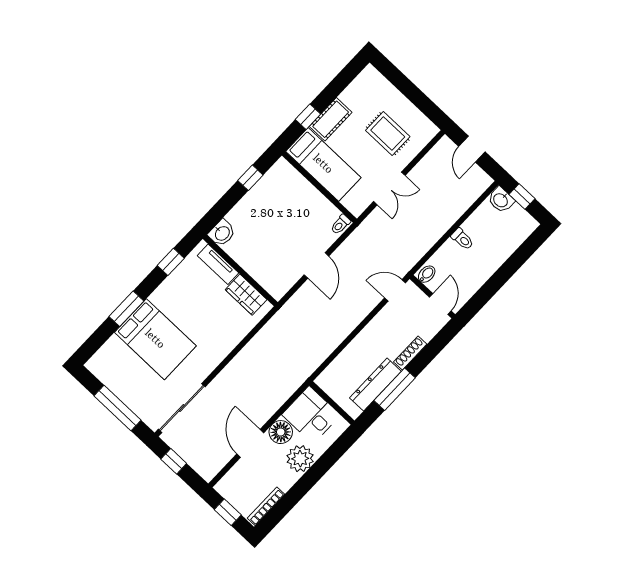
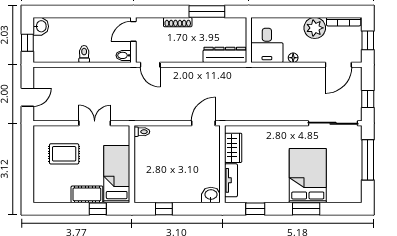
rug: (388, 134) -> (64, 154), turned 90
washbasin: (501, 200) -> (41, 26), moved
door: (316, 265) -> (203, 123), moved
dresser: (375, 385) -> (225, 55), moved, turned 180
floor lamp: (281, 432) -> (293, 58), width x0.53, depth x0.53
door: (250, 443) -> (338, 65), moved
plant: (300, 459) -> (315, 28), moved

